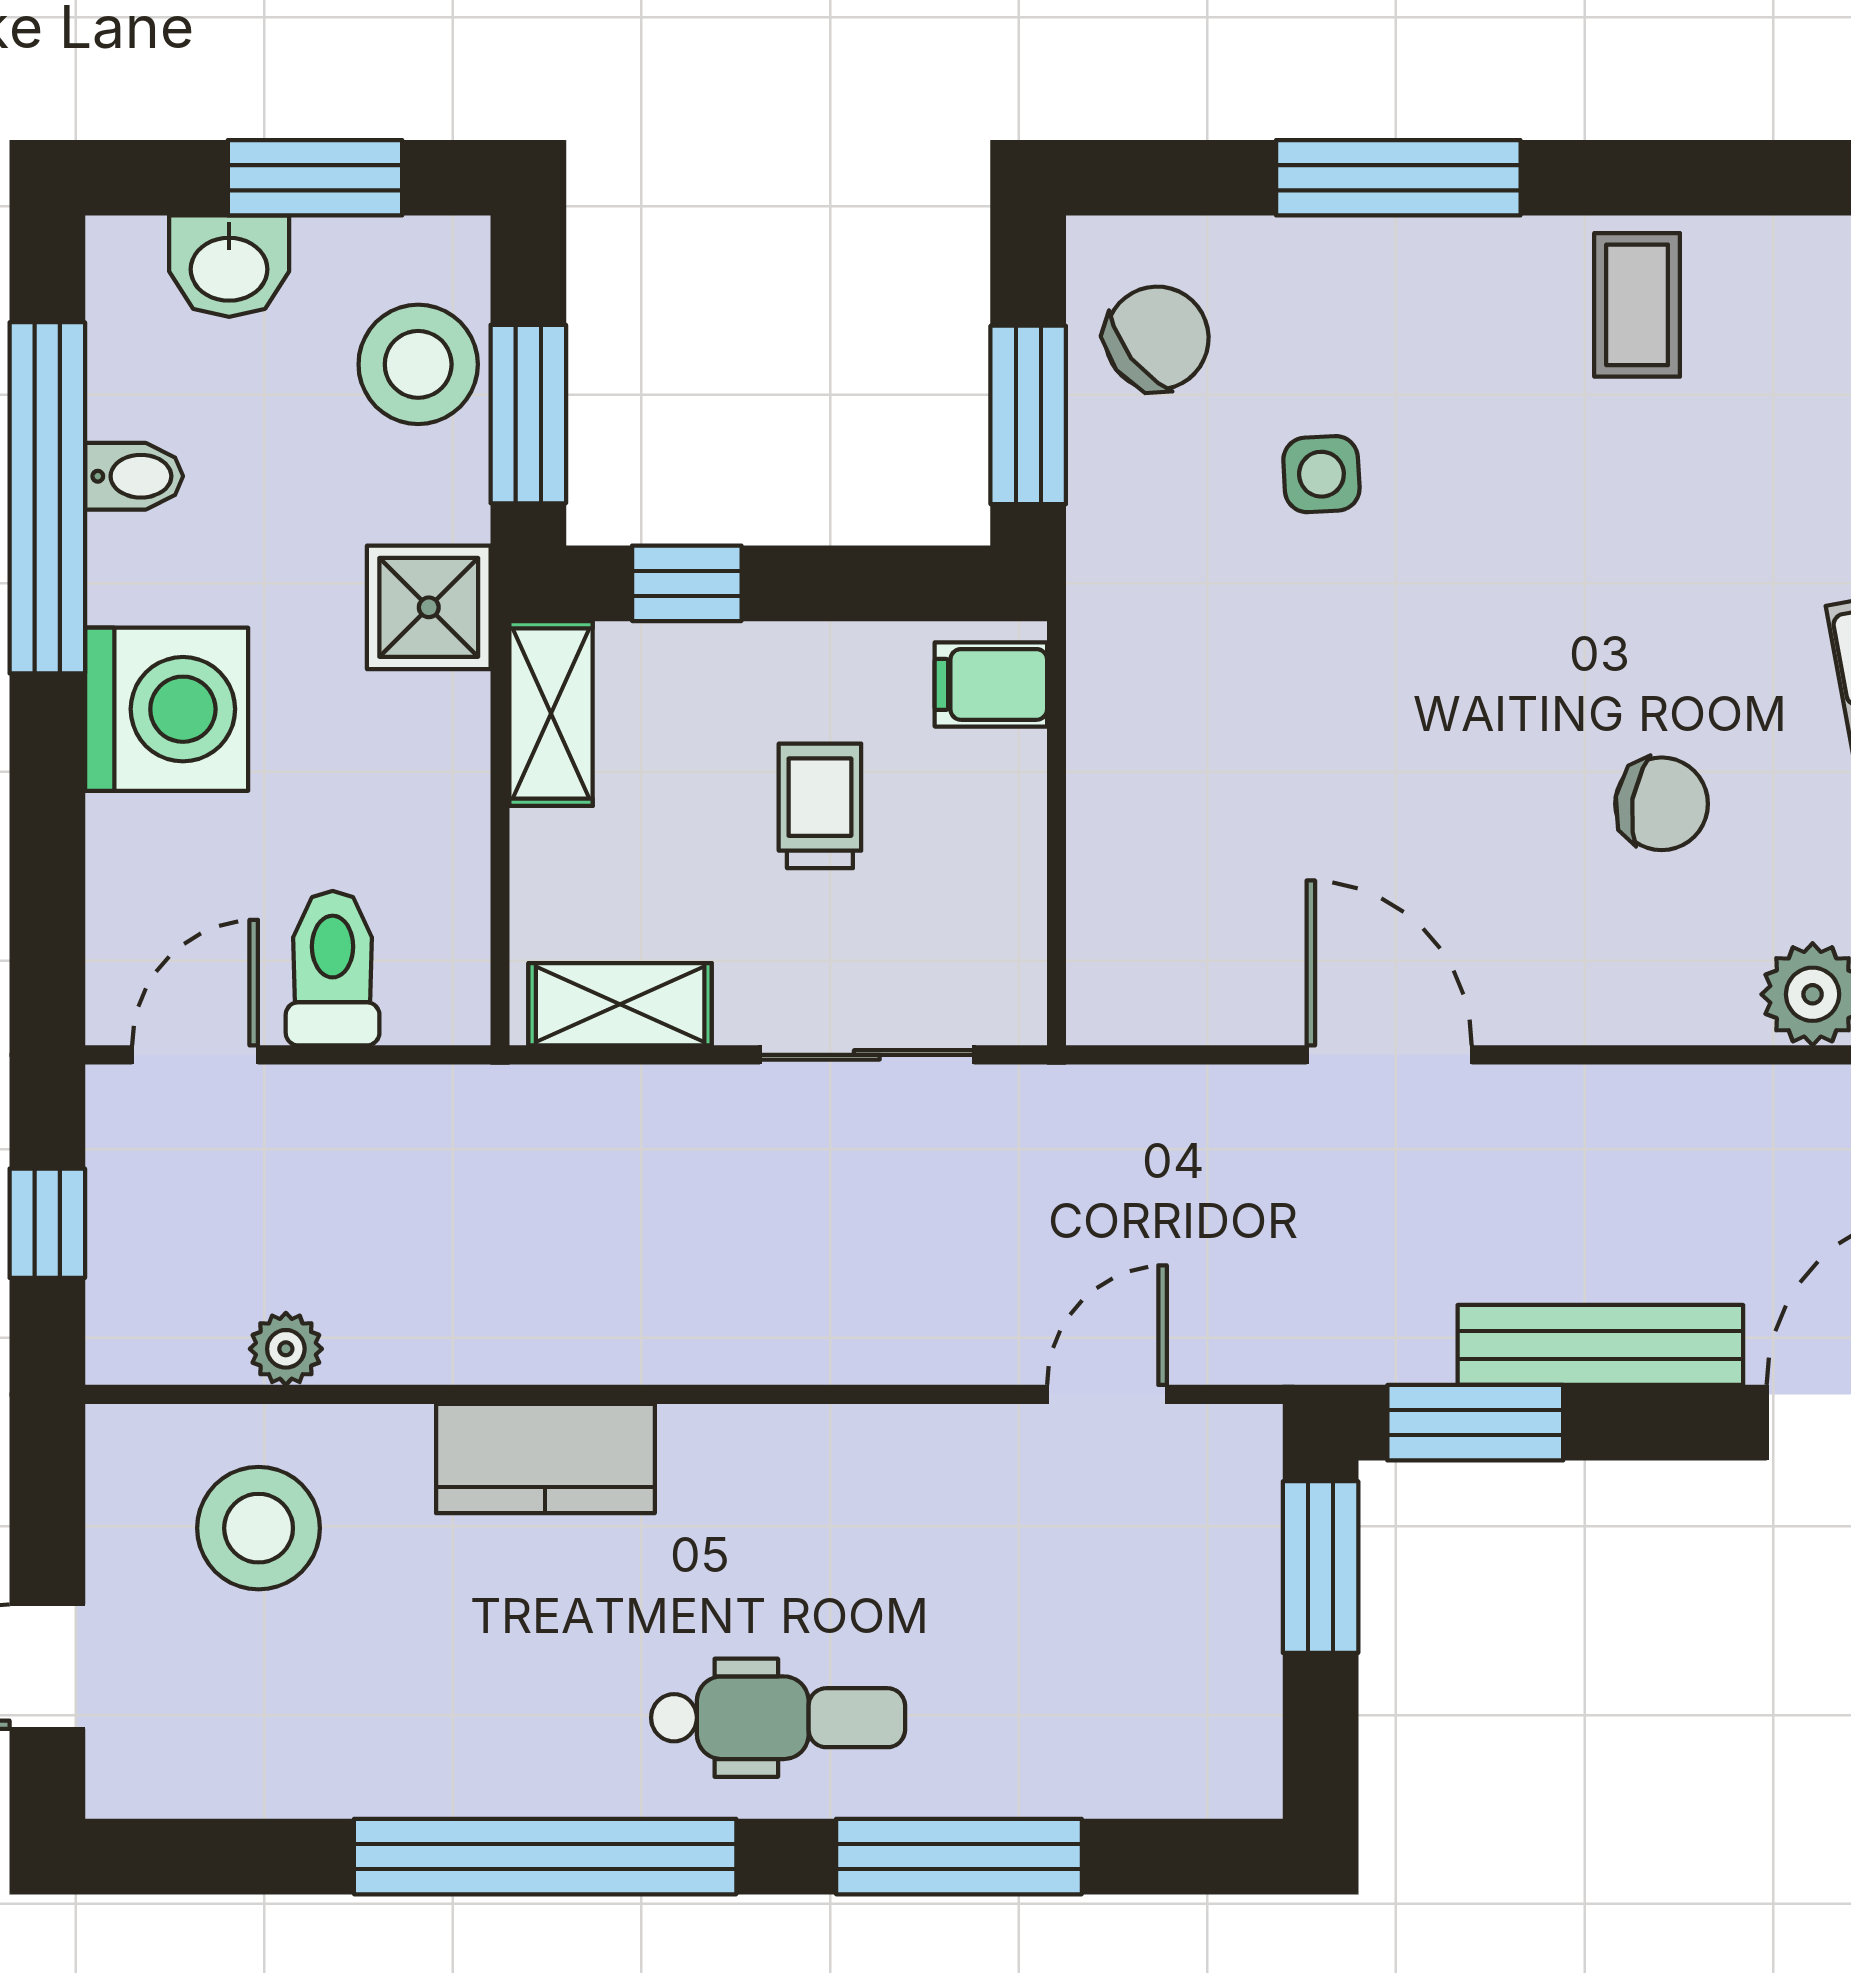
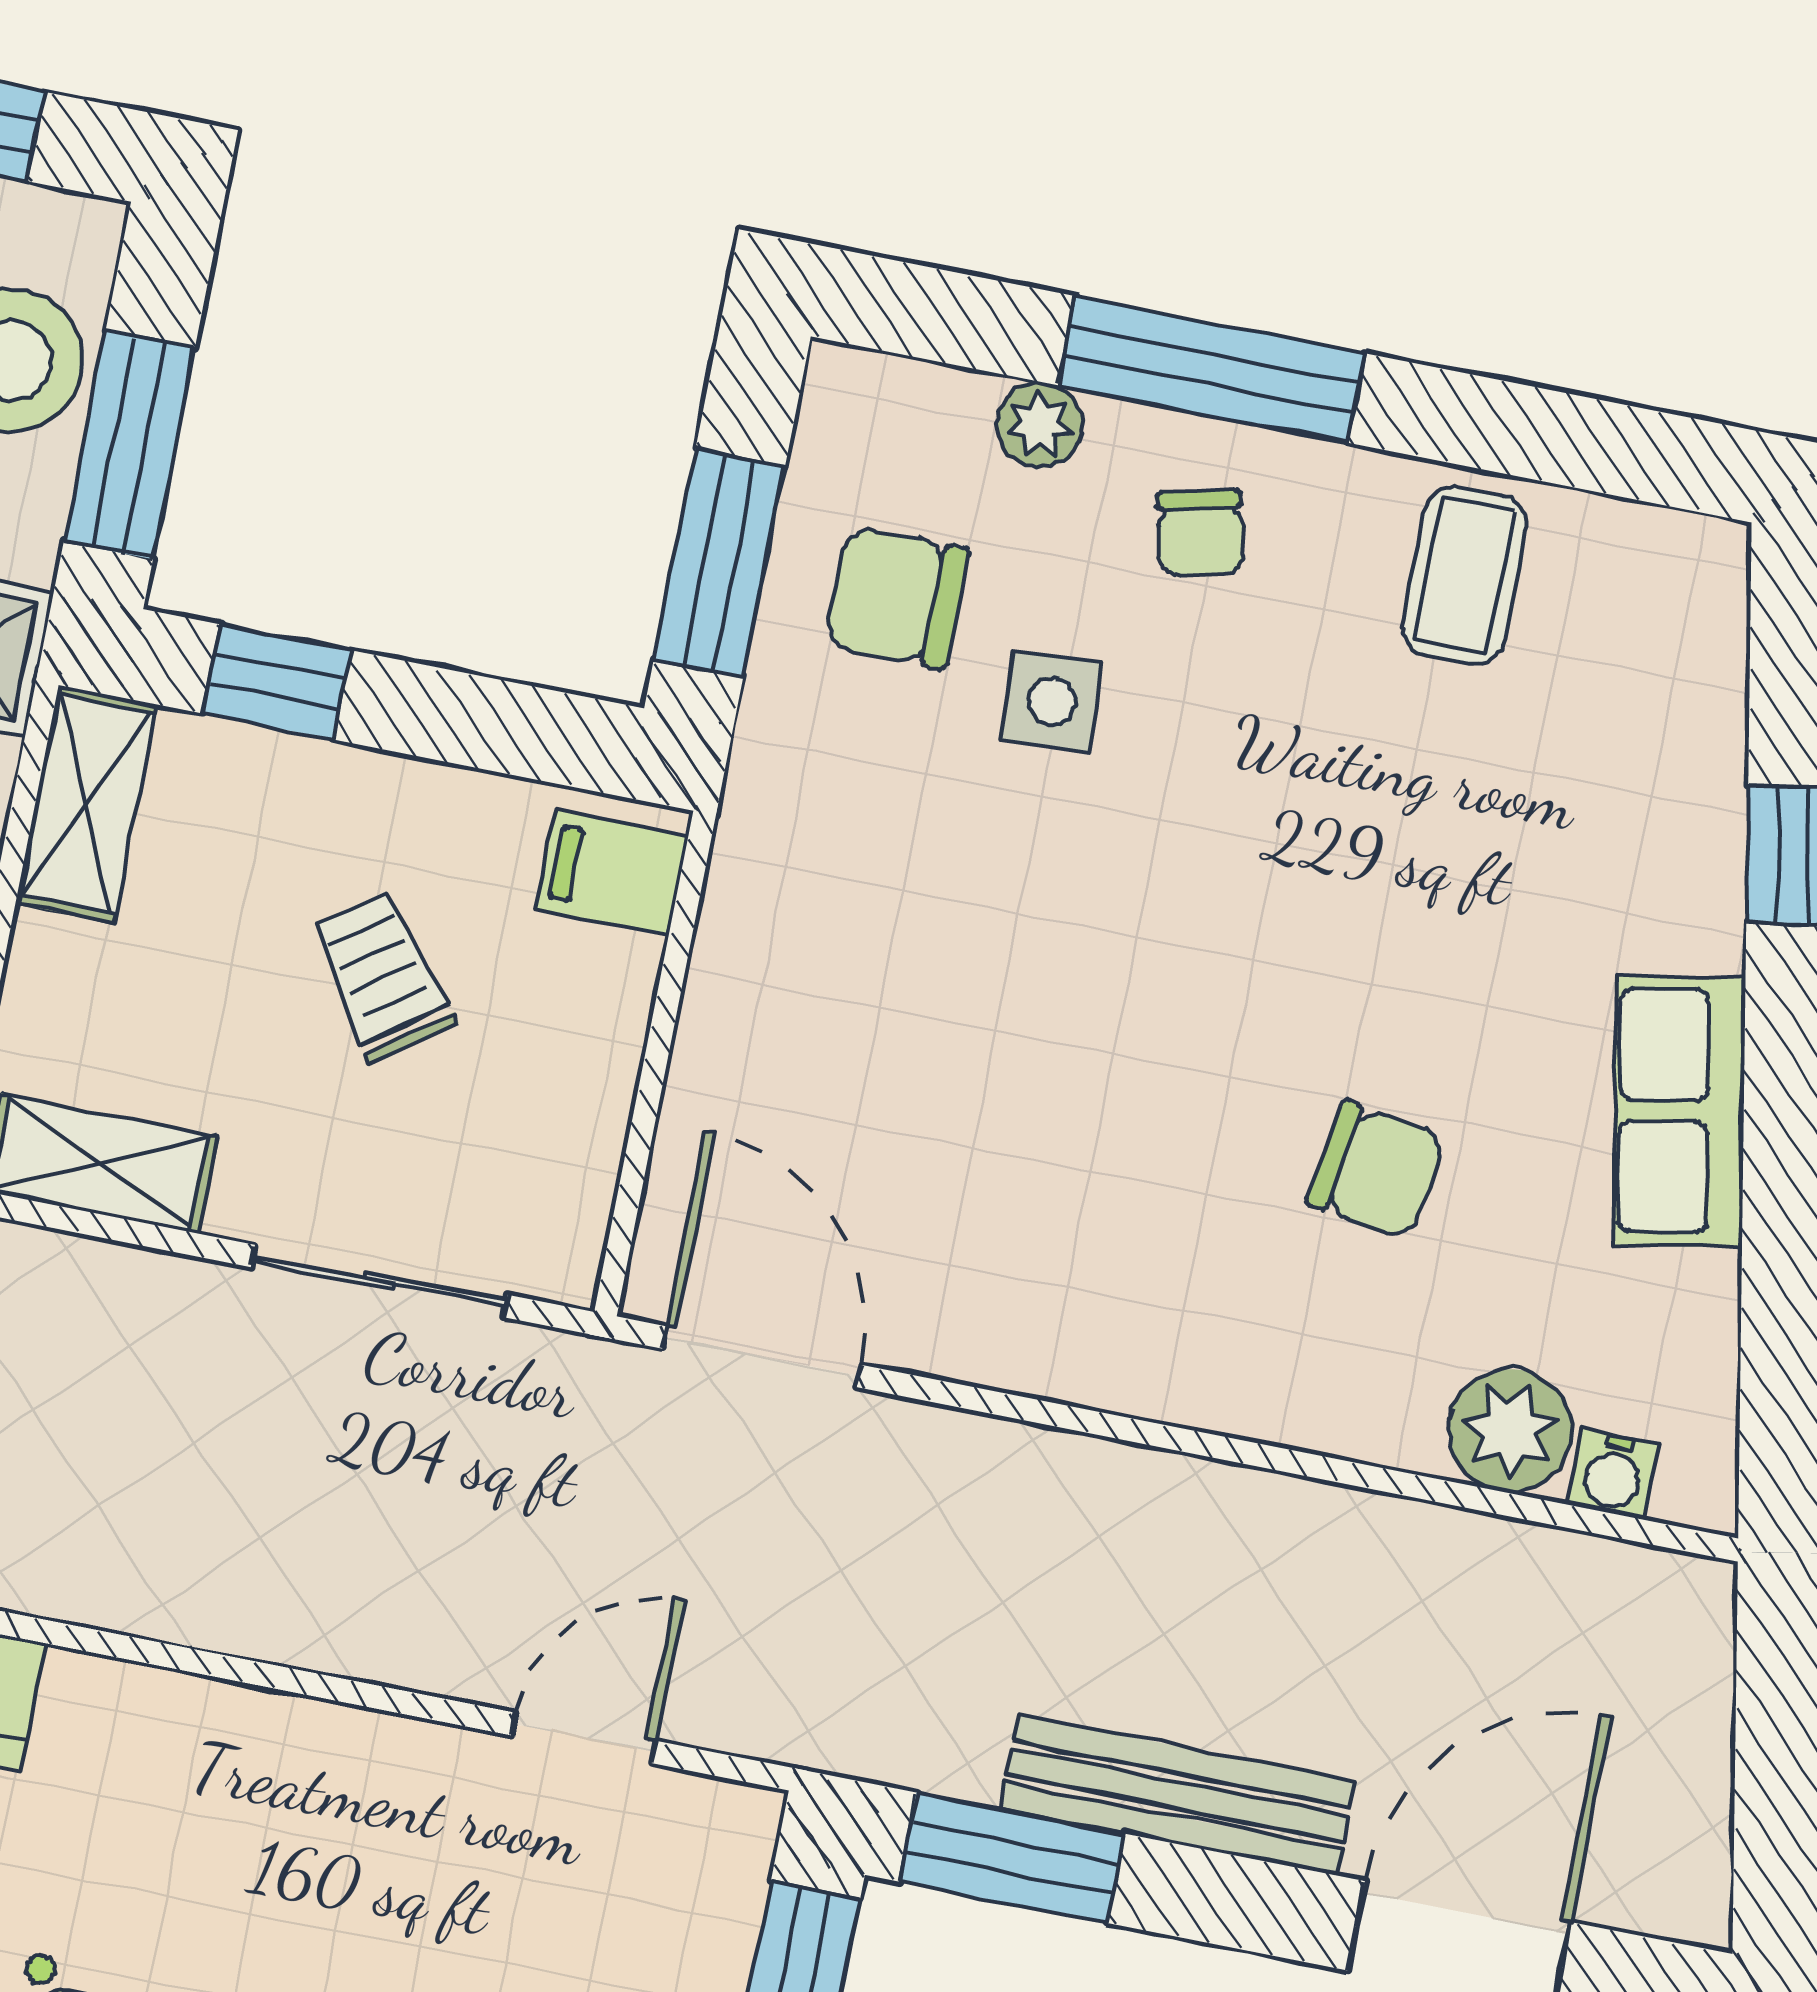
plant: (1267, 251) -> (1039, 425), added
chair: (1415, 313) -> (1200, 533), added
chair: (1157, 338) -> (897, 598), moved, turned -142
trolley: (820, 806) -> (382, 976), turned -36
door: (1389, 1055) -> (762, 1357), moved

